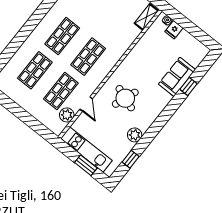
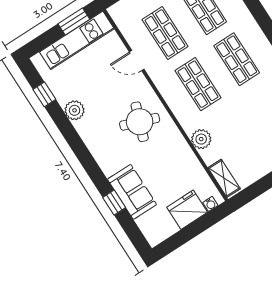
fridge: (174, 30) -> (187, 210), width x1.88, depth x1.34
round table: (125, 98) -> (140, 122), moved
plant: (67, 115) -> (201, 139), moved
window: (86, 165) -> (74, 21), moved

